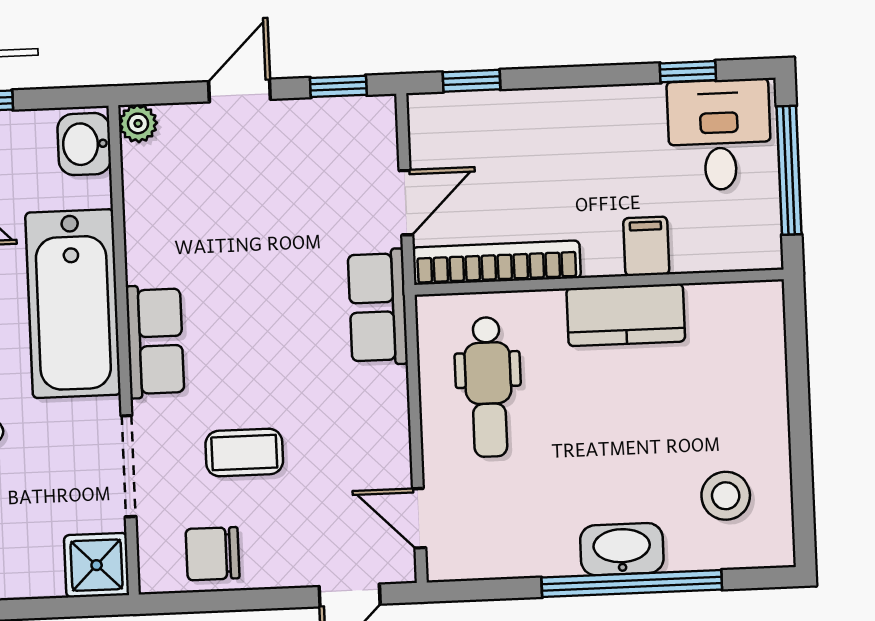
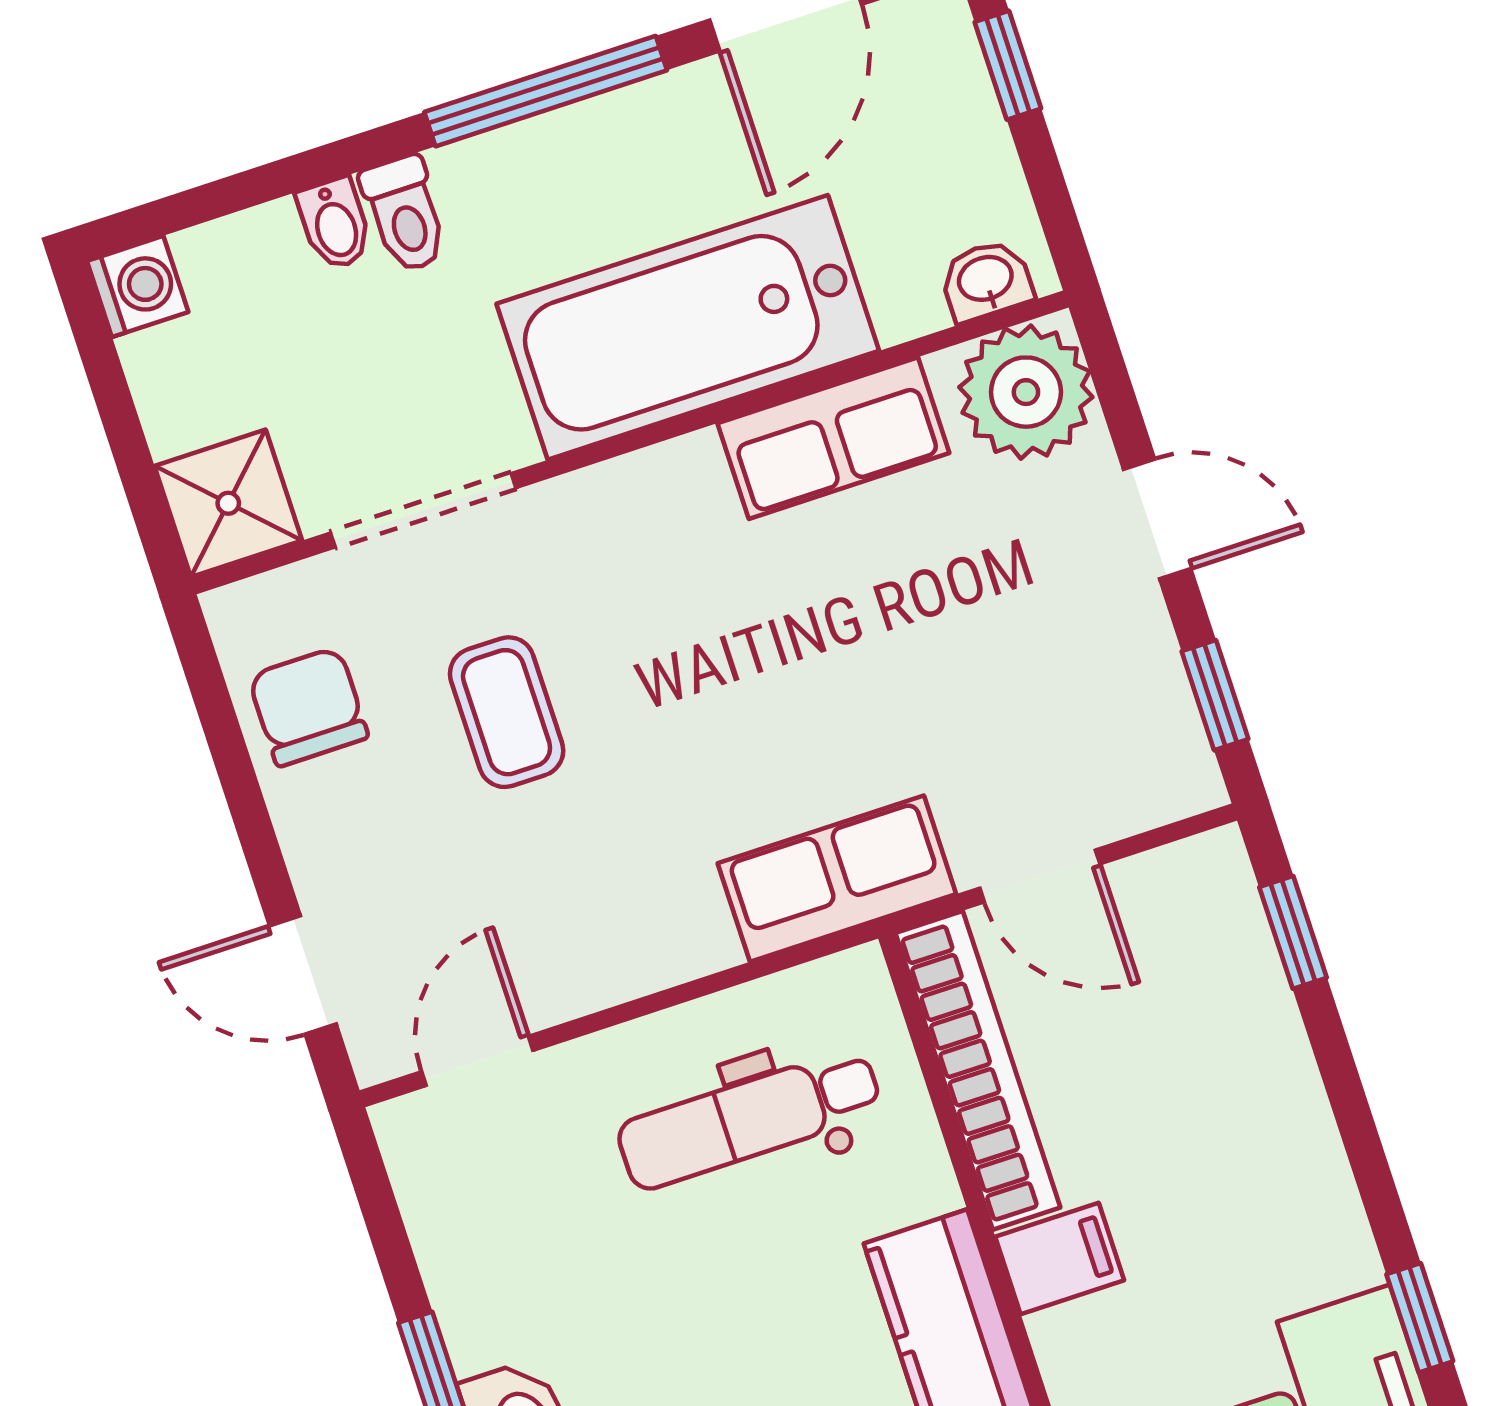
plant: (138, 123) -> (1026, 392), width x1.88, depth x1.88
washbasin: (84, 144) -> (986, 280), width x0.72, depth x0.69
filing cabinet: (646, 246) -> (1060, 1259), moved
row of seats: (155, 341) -> (833, 438), moved

